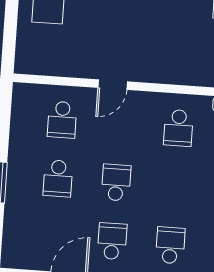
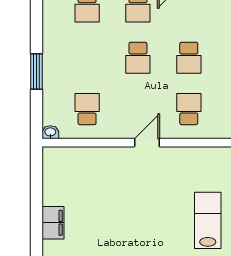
school desk: (58, 178) -> (189, 58), turned 180

